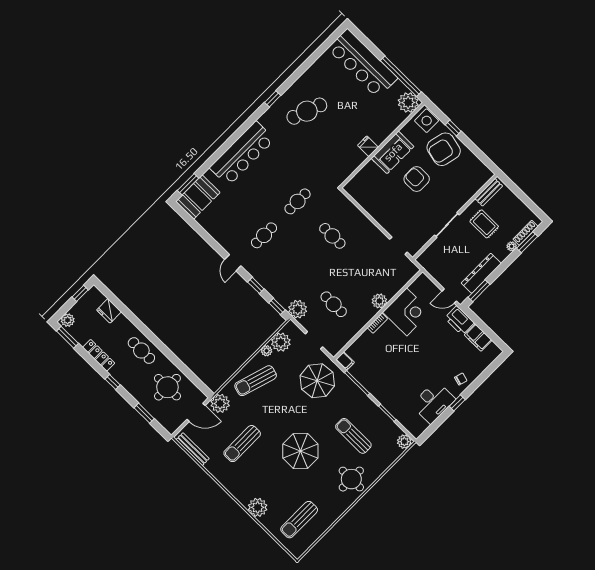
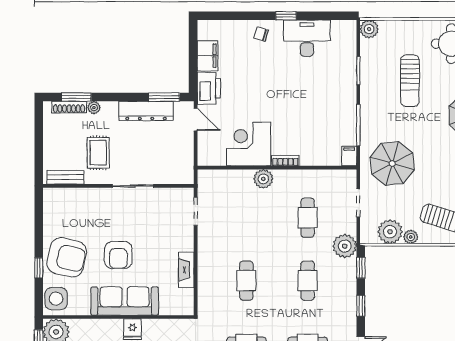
sofa: (393, 152) -> (125, 301), width x1.36
fireplace: (371, 209) -> (186, 270), added
cafe table: (299, 270) -> (308, 281), added

